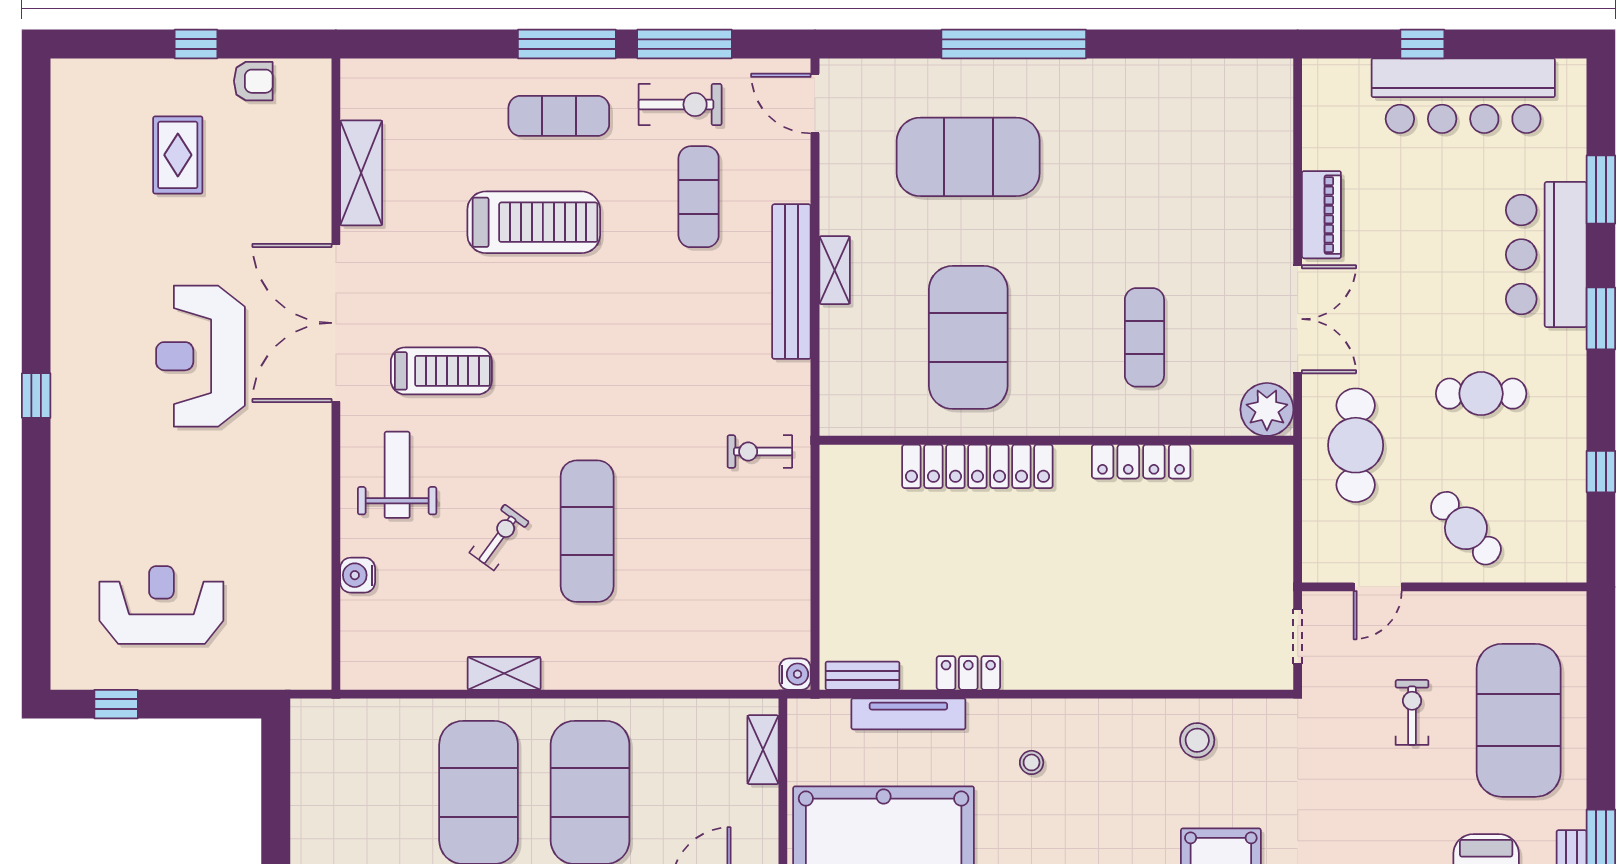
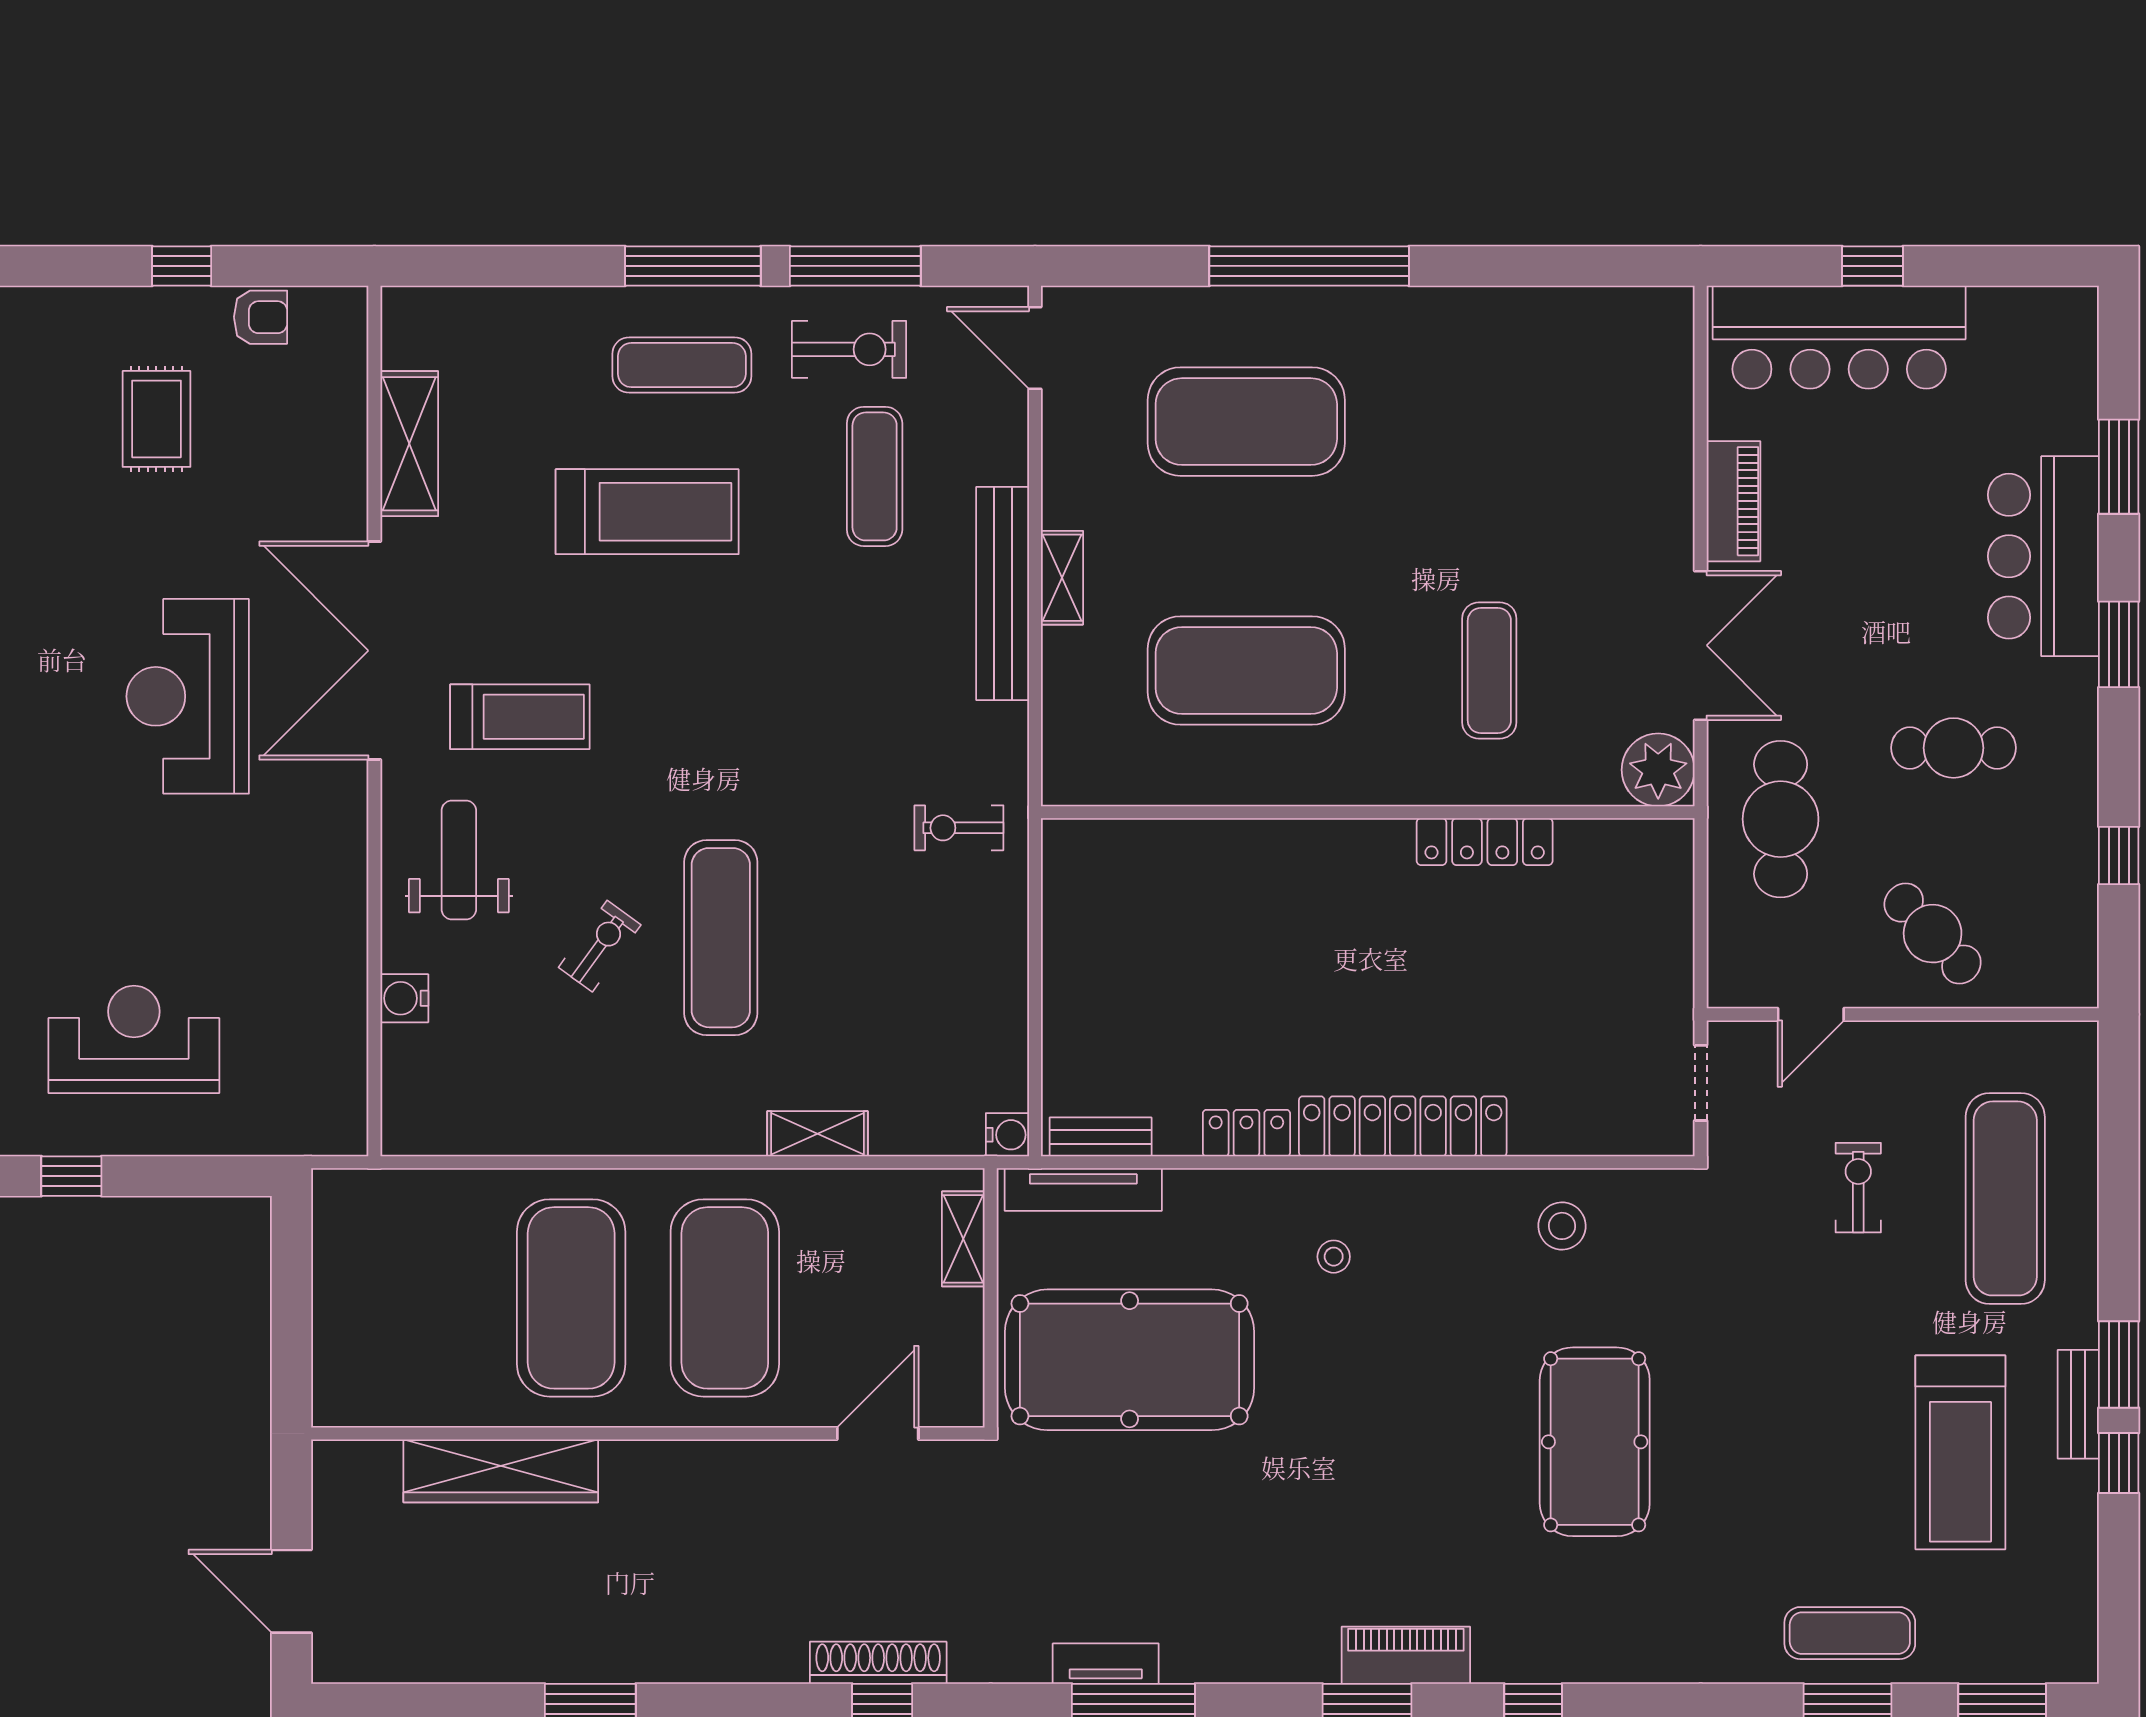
bar counter: (1463, 96) -> (1839, 337), moved
exercise mat: (968, 337) -> (1246, 670), turned 90
locker: (977, 466) -> (1403, 1126), moved, turned 180
shelving: (504, 673) -> (817, 1134), moved
tv unit: (908, 714) -> (1083, 1190), moved
exercise mat: (1519, 720) -> (2005, 1198), width x0.68

